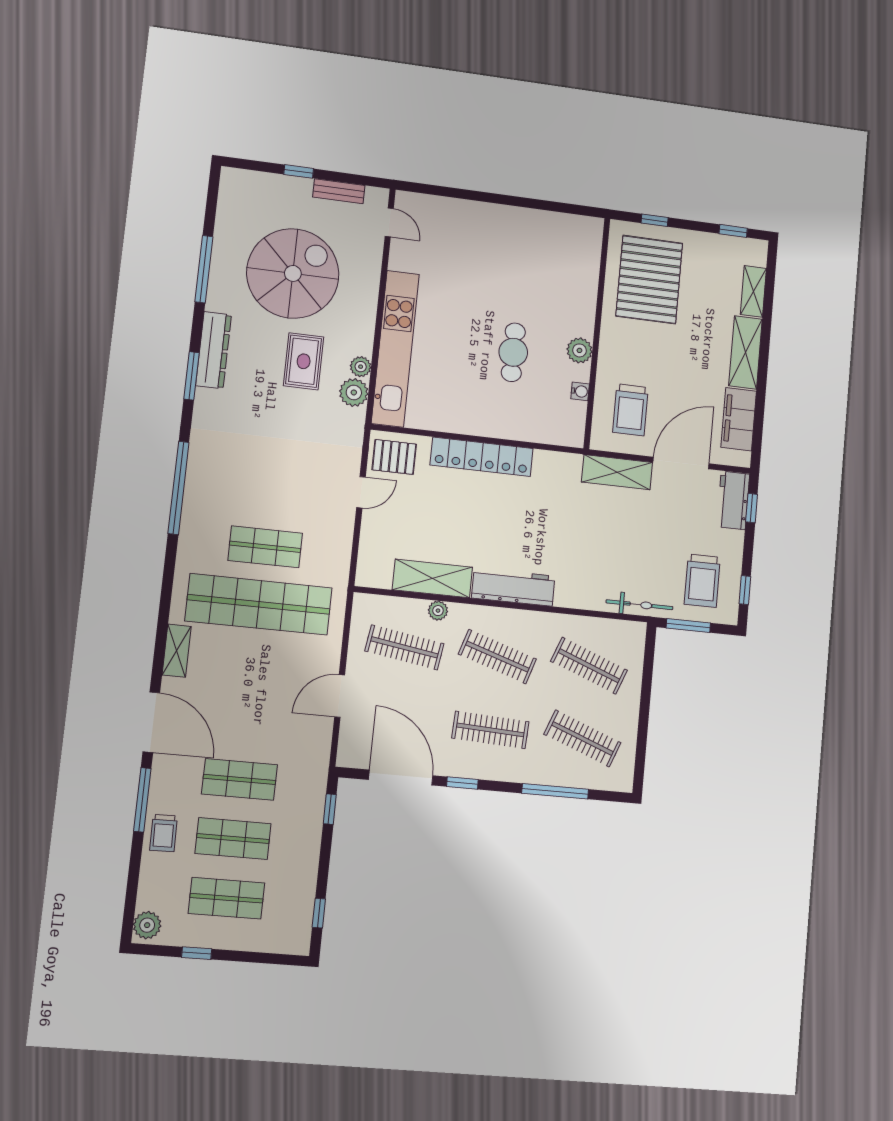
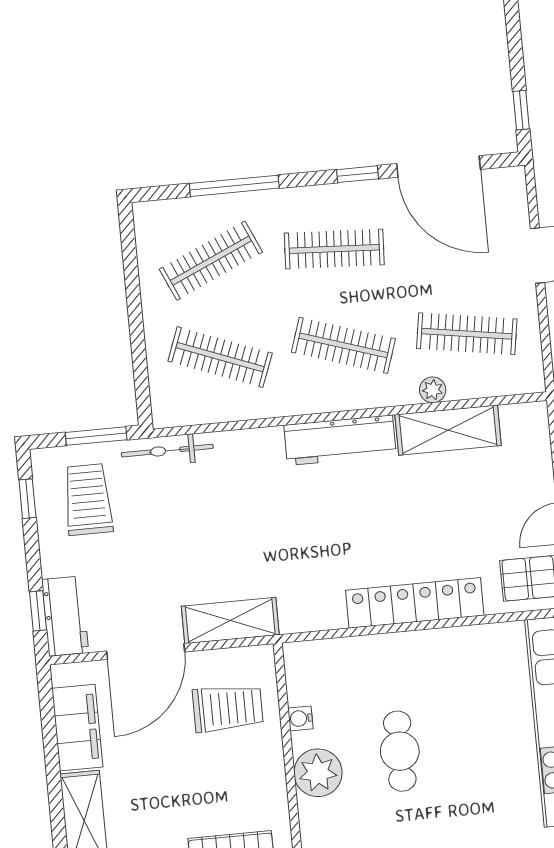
plant: (579, 350) -> (318, 773), width x1.36, depth x1.36
trolley: (630, 410) -> (228, 708), turned 90
clothes rail: (582, 738) -> (211, 261), turned -45

